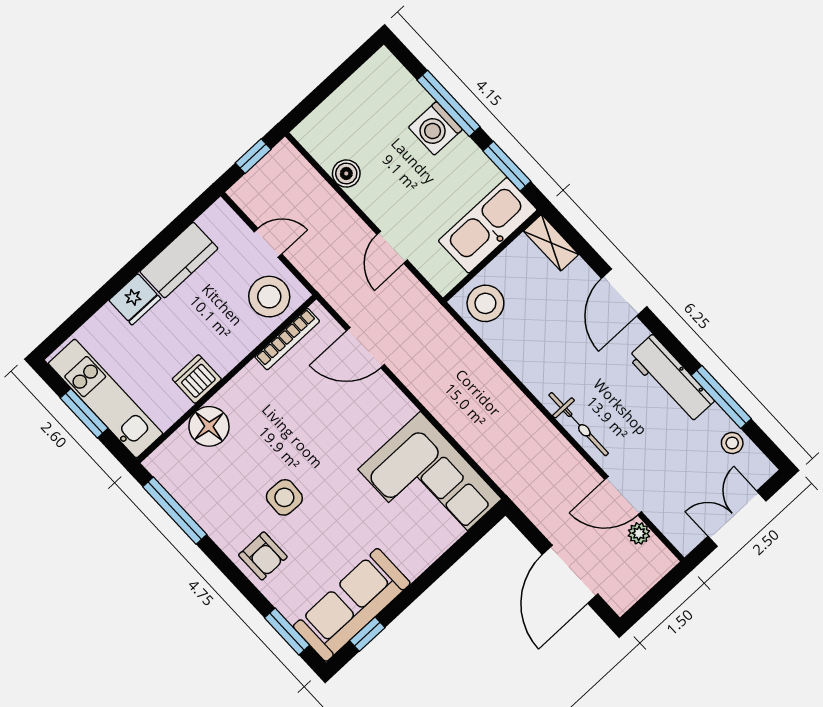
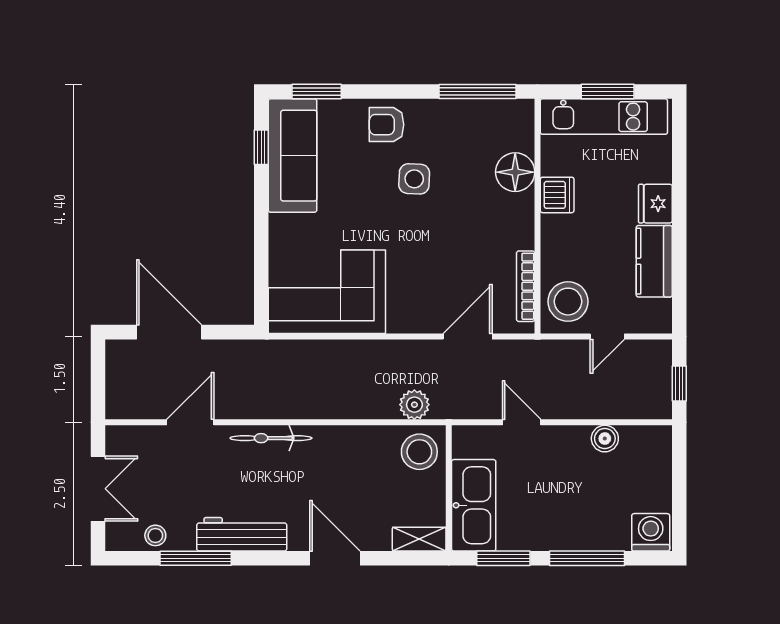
washing machine: (435, 128) -> (651, 532), moved
plant: (639, 533) -> (414, 405), moved, width x1.38, depth x1.38

